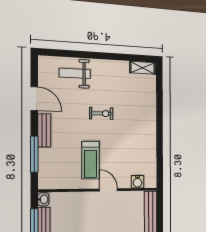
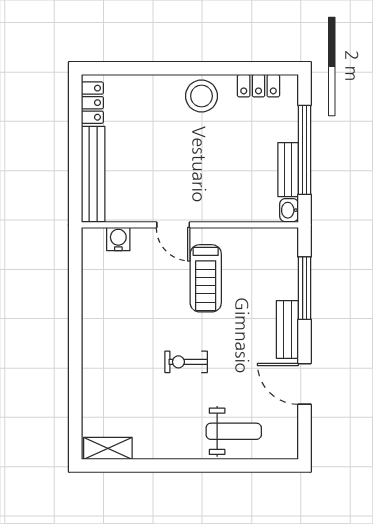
treadmill: (91, 160) -> (206, 278), turned 180

